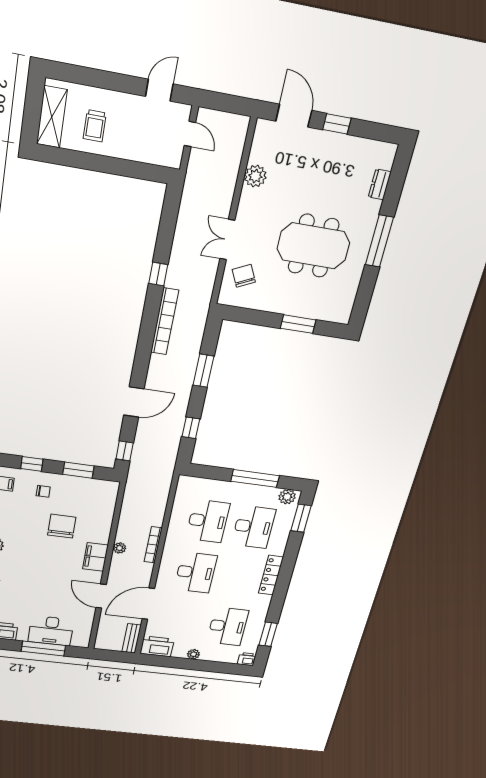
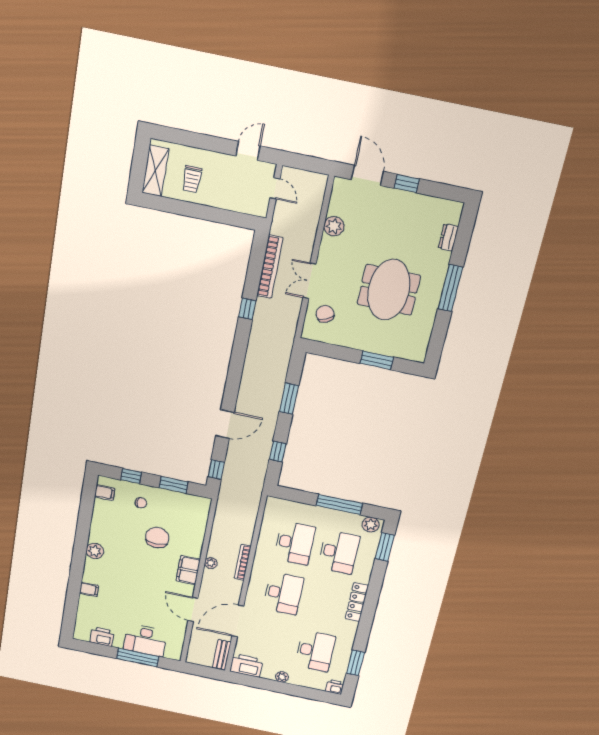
meeting table: (313, 246) -> (389, 290), turned 90
bookcase: (165, 321) -> (270, 267), moved

